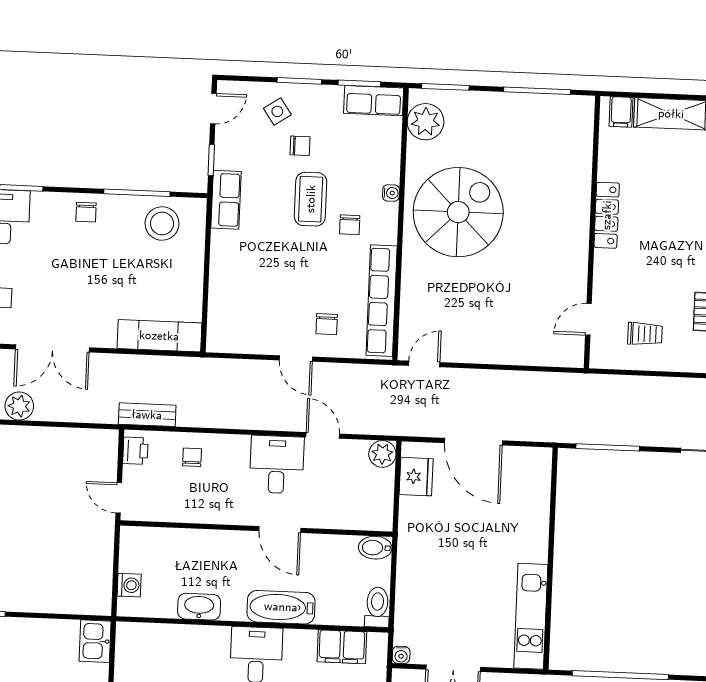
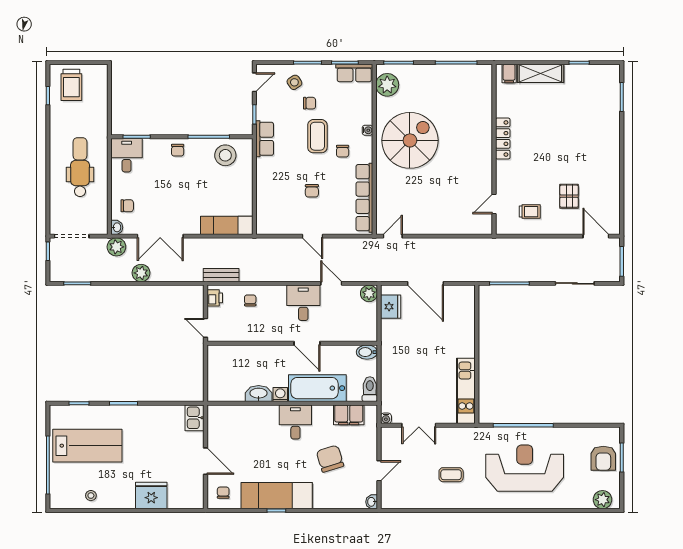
chair: (327, 324) -> (312, 191), moved
washing machine: (129, 585) -> (280, 394), moved, turned -90
bathtub: (281, 607) -> (317, 388), width x1.36, depth x1.36

